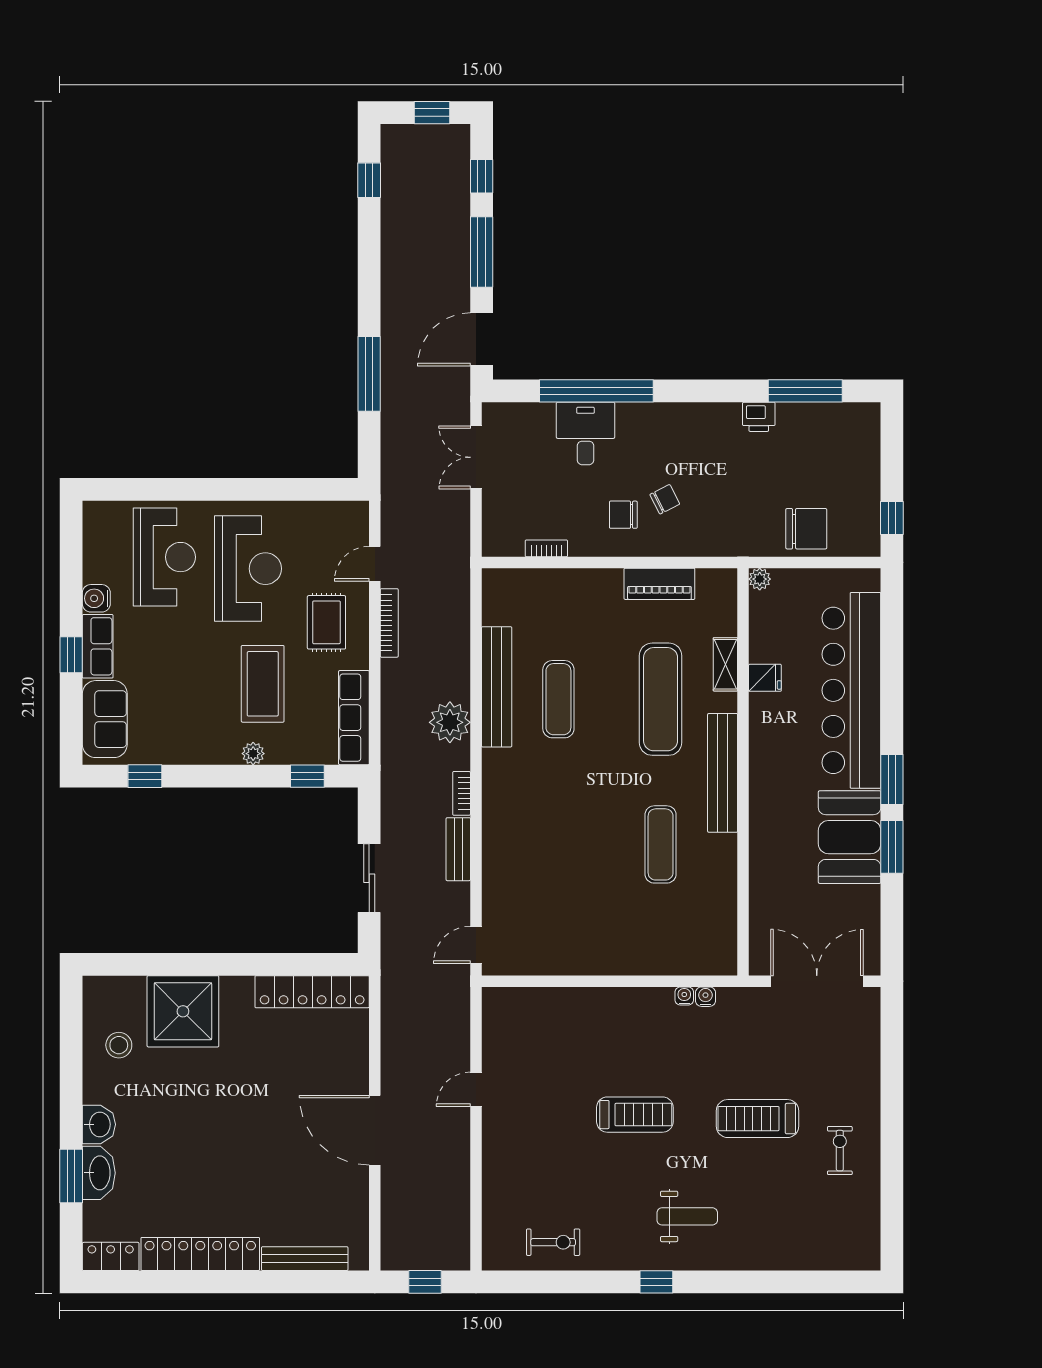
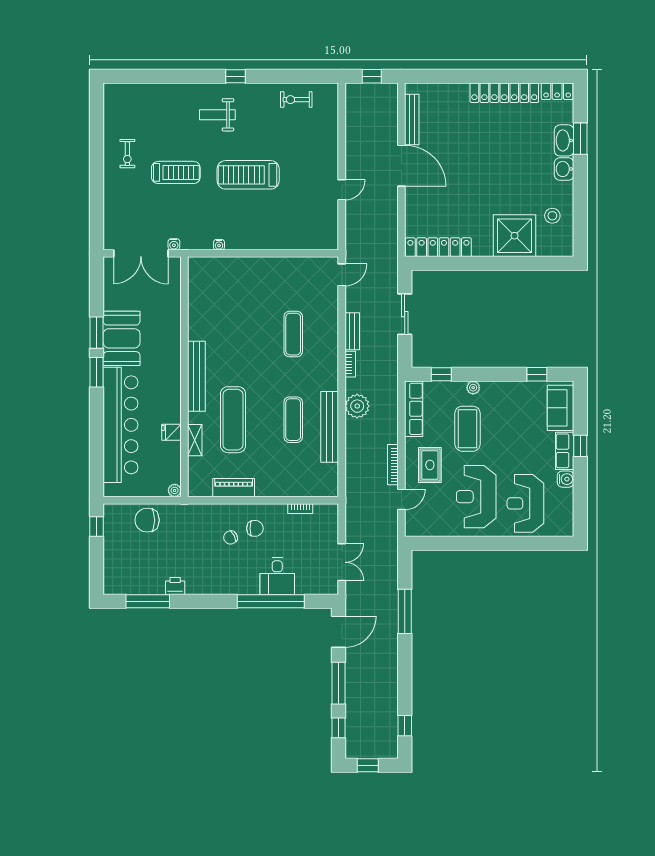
exercise mat: (661, 844) -> (293, 334), moved
water cooler: (705, 997) -> (174, 244), moved
treadmill: (635, 1115) -> (248, 175), width x1.37, depth x1.38
bench: (305, 1259) -> (412, 120), moved, turned 90

